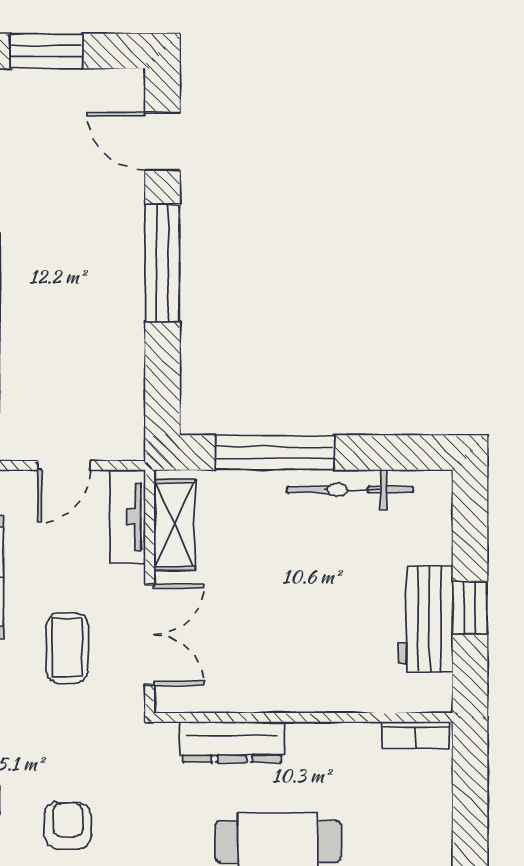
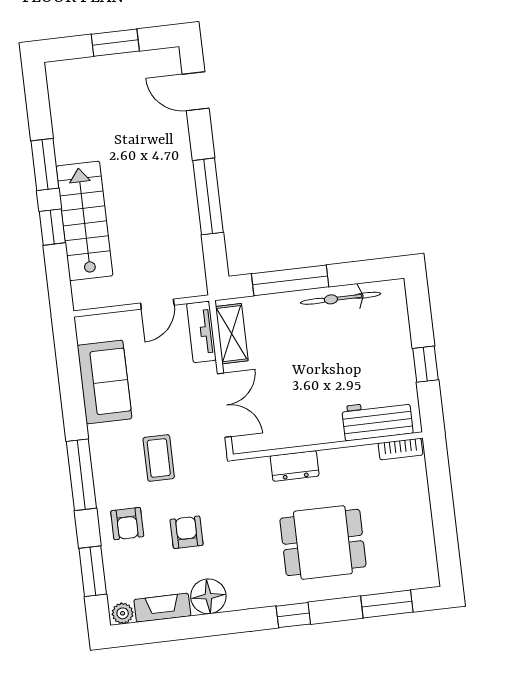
window: (162, 263) -> (208, 196), moved
workbench: (425, 619) -> (377, 420), moved, turned 90
coffee table: (67, 648) -> (159, 458), moved
dresser: (232, 742) -> (295, 466), width x0.70

